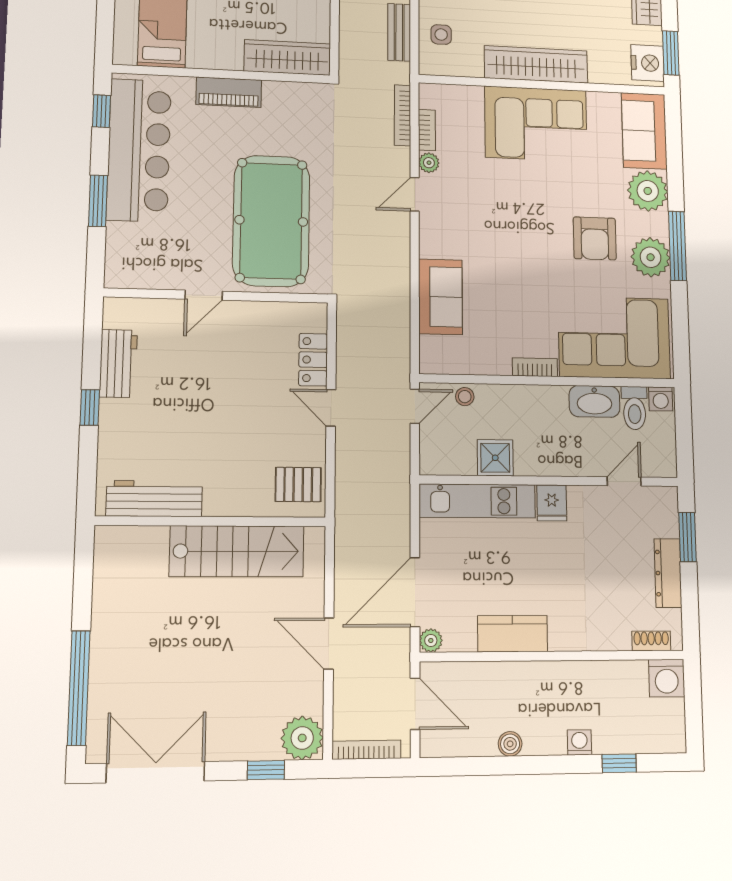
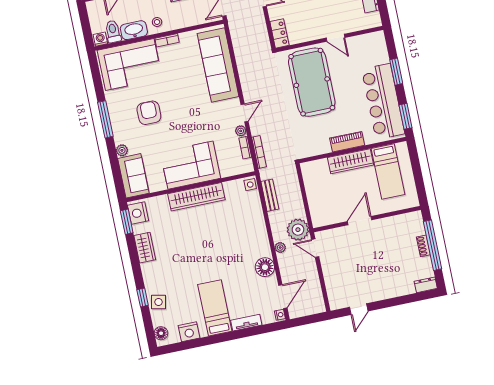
side table: (441, 35) -> (250, 185), moved
wardrobe: (287, 58) -> (350, 161), moved
window: (102, 111) -> (406, 116), width x1.50
plant: (648, 191) -> (122, 150), width x0.53, depth x0.53
plant: (651, 257) -> (118, 110), removed
door: (204, 295) -> (336, 38), swing flipped
sofa: (440, 297) -> (218, 65), width x1.85, depth x1.27
locker: (313, 360) -> (279, 33), moved
stool: (465, 397) -> (157, 22), moved

